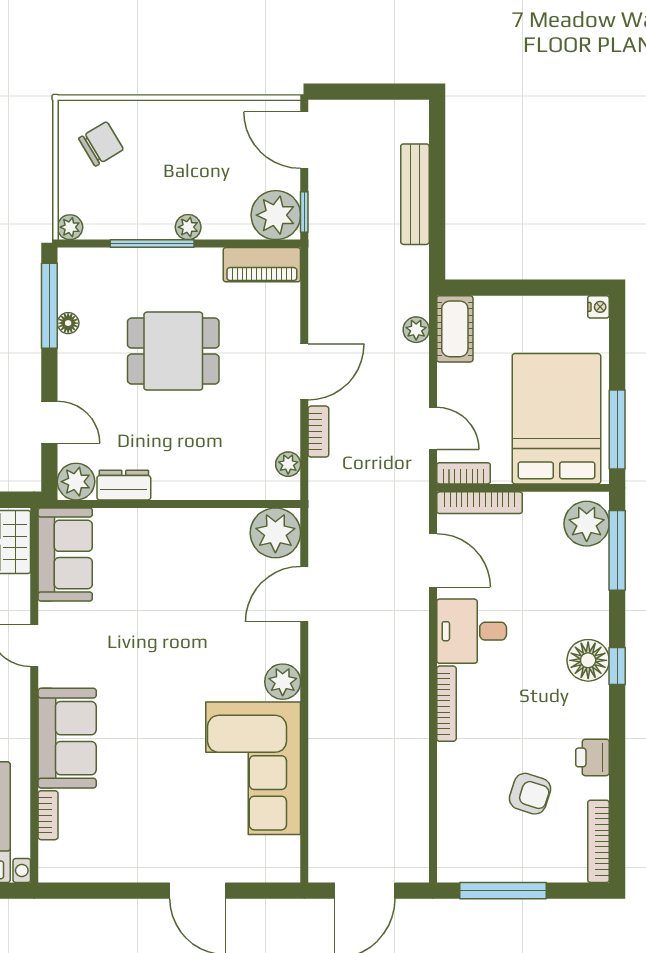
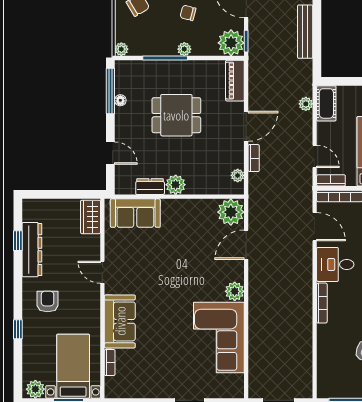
chair: (195, 159) -> (188, 13), added
piano: (262, 265) -> (235, 81), moved, turned 90
plant: (76, 482) -> (176, 185), moved
sofa: (65, 554) -> (135, 213), moved, turned 90

